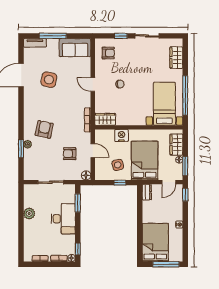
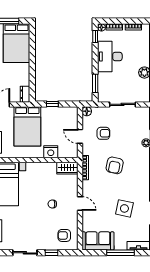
armchair: (44, 129) -> (115, 165), moved
side table: (118, 165) -> (55, 122), removed
desk: (63, 219) -> (110, 56), moved

